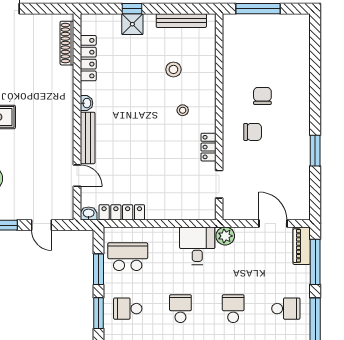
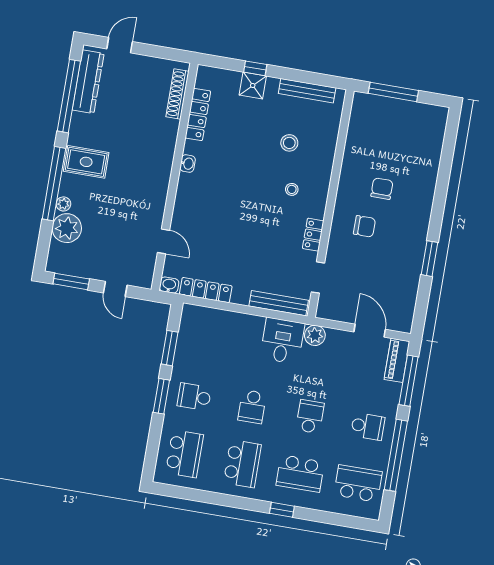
bench: (88, 138) -> (279, 303), moved, turned 90
school desk: (128, 257) -> (204, 340), removed
school desk: (180, 309) -> (252, 407), turned 180

